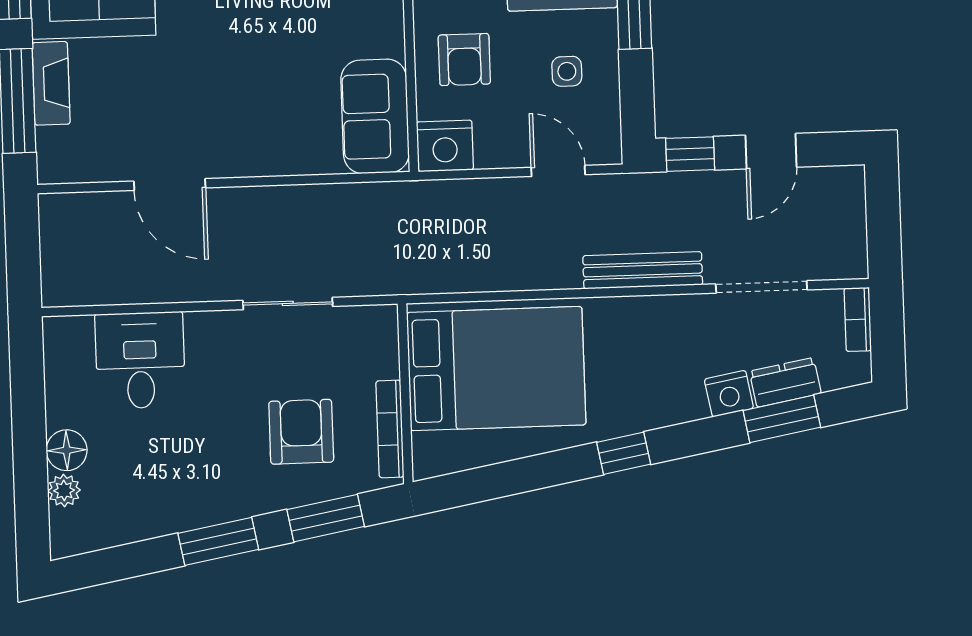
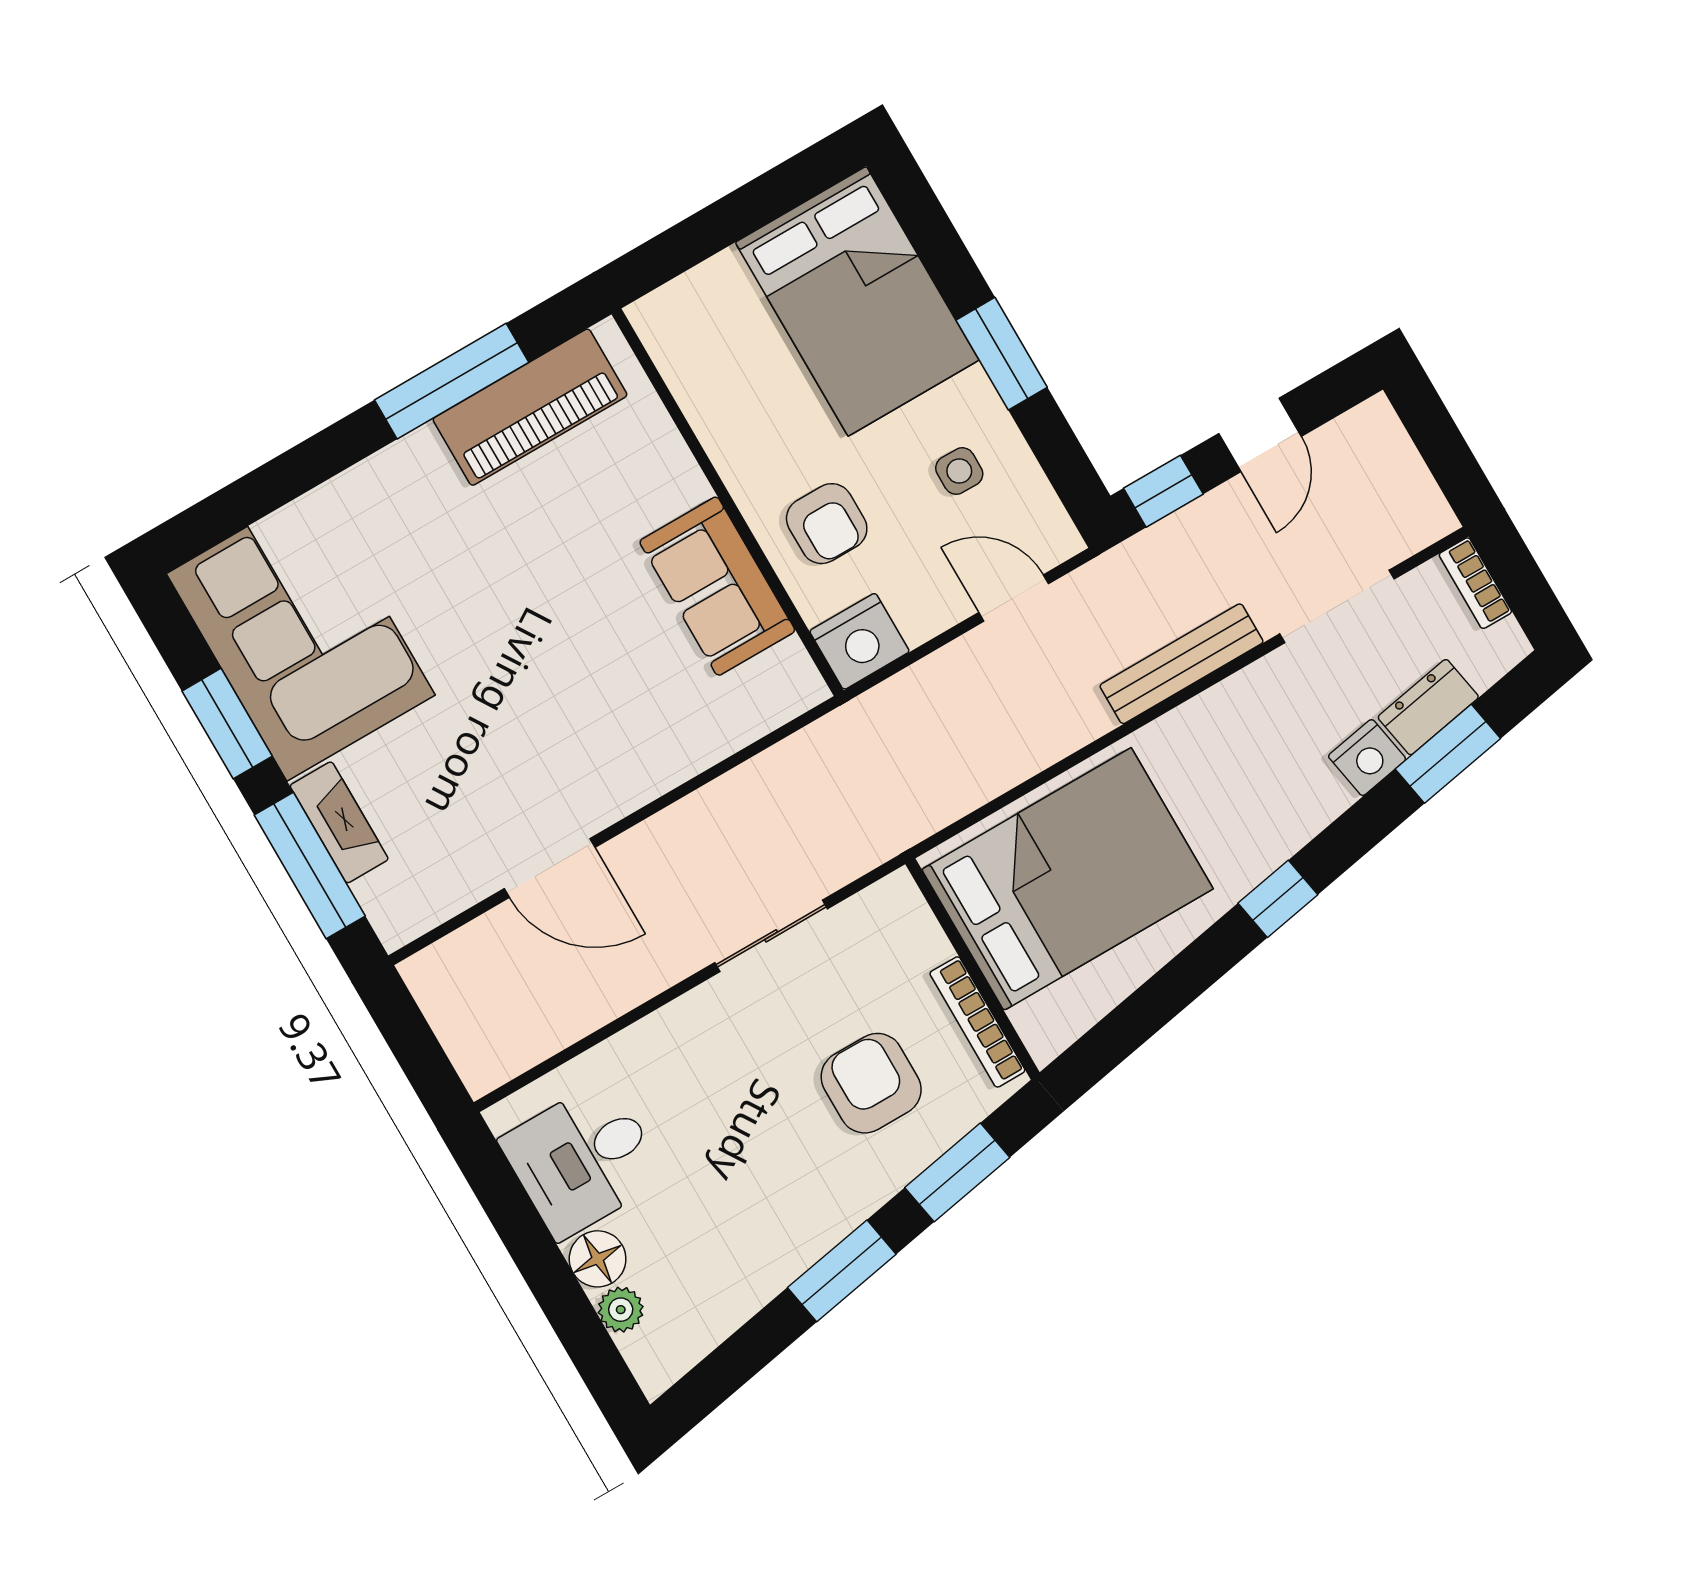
sofa: (375, 116) -> (717, 586), moved
desk: (140, 360) -> (583, 1159), moved, turned -90

